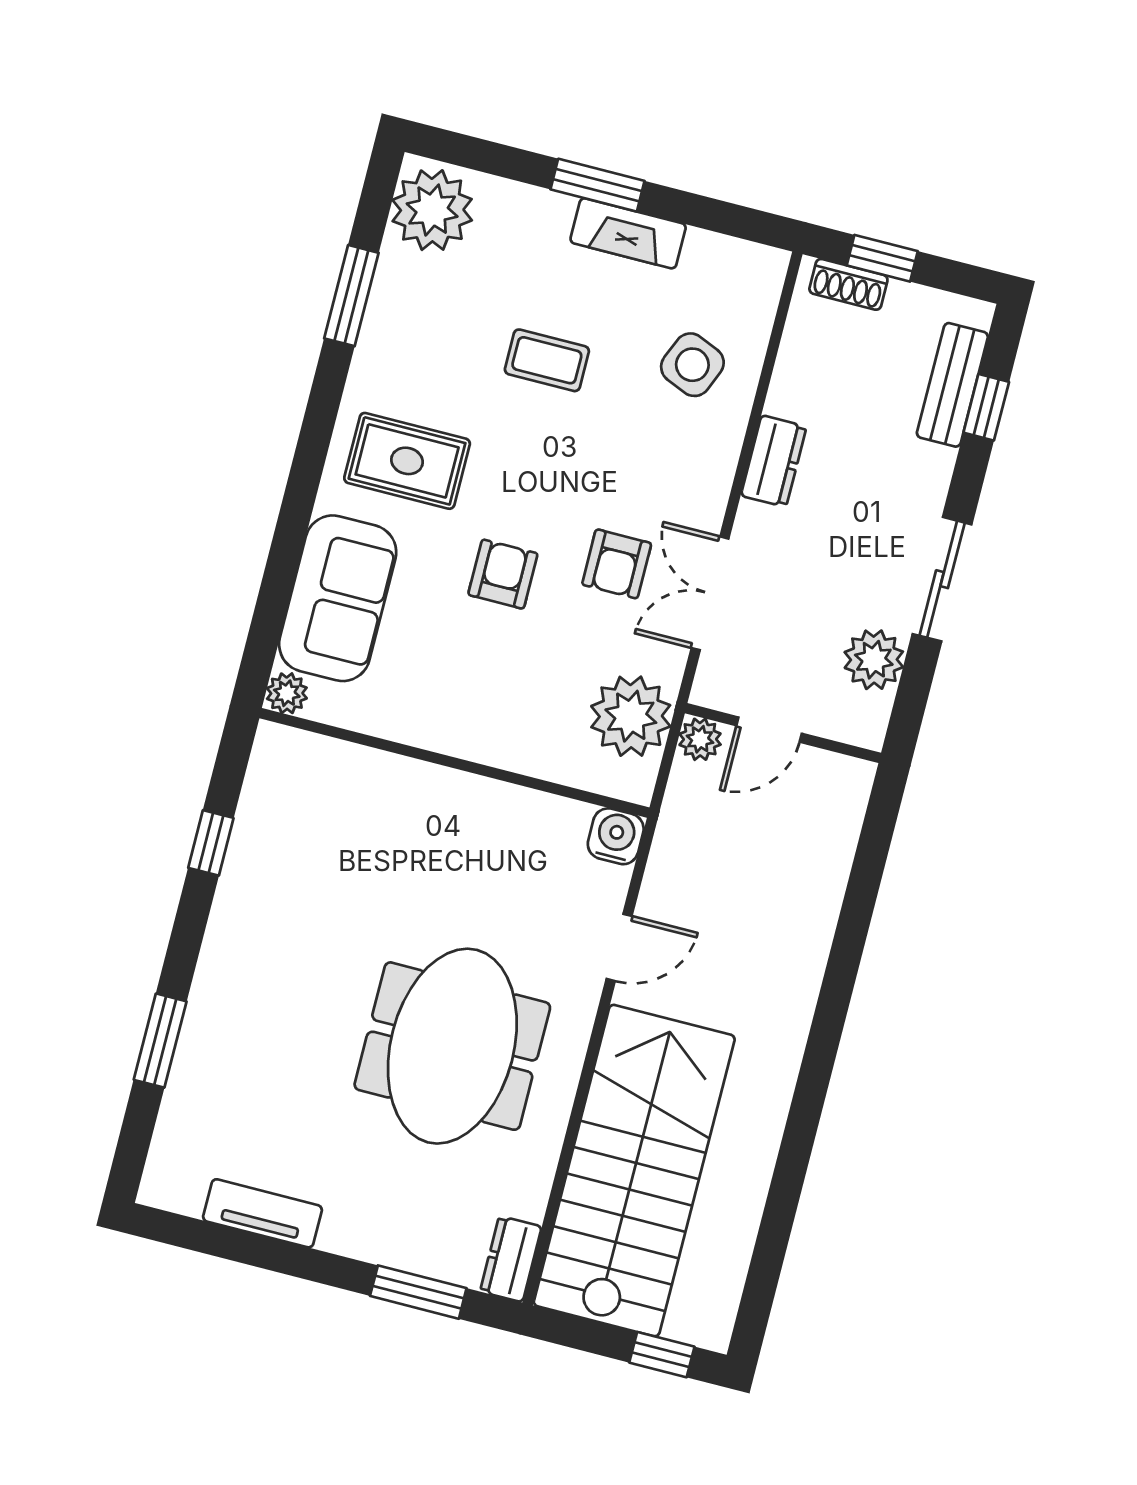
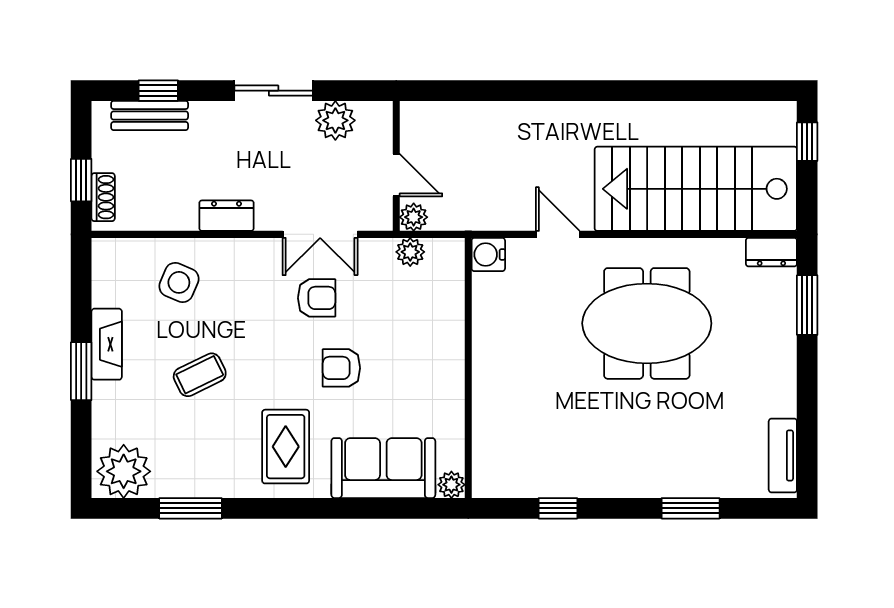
coffee table: (547, 360) -> (200, 375), turned 64
plant: (631, 716) -> (410, 252), width x0.53, depth x0.53
tv unit: (263, 1213) -> (783, 455), moved

